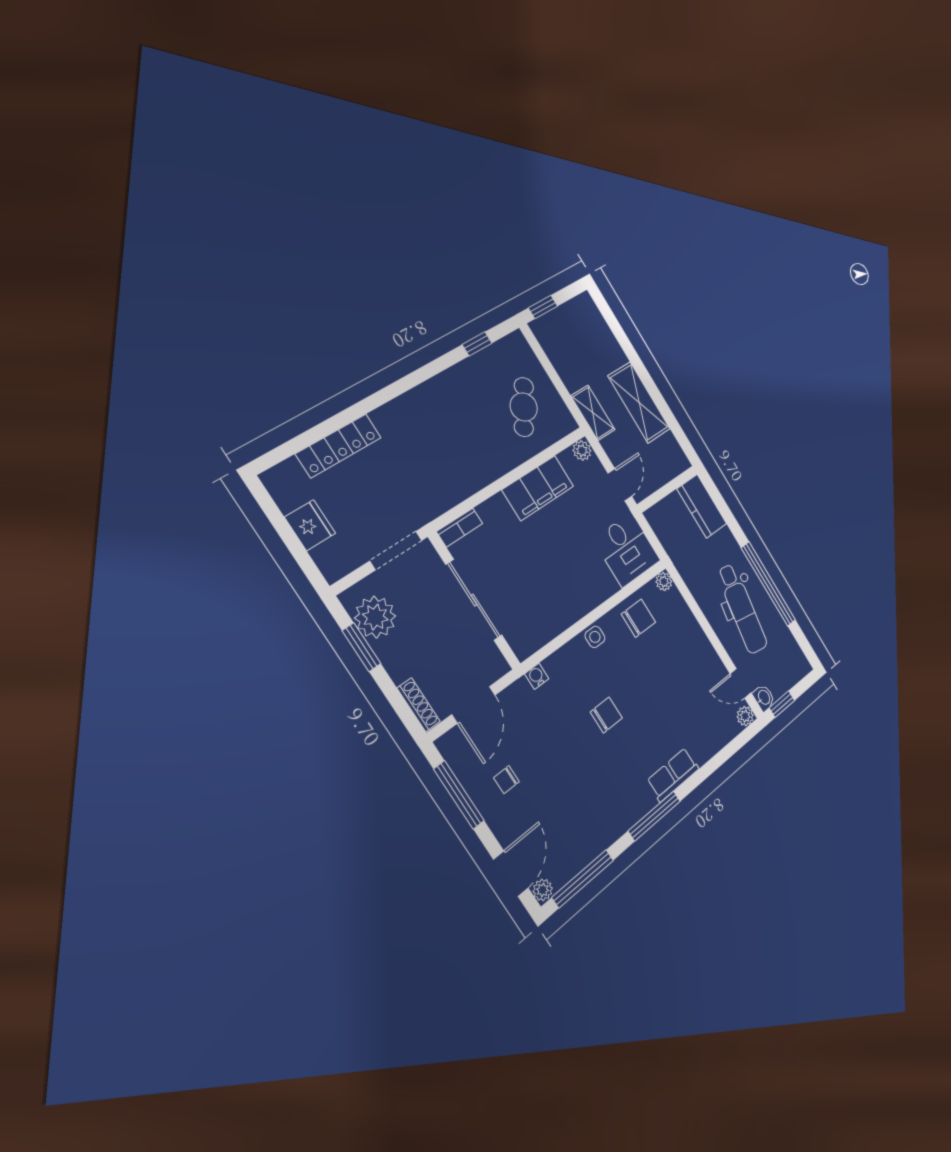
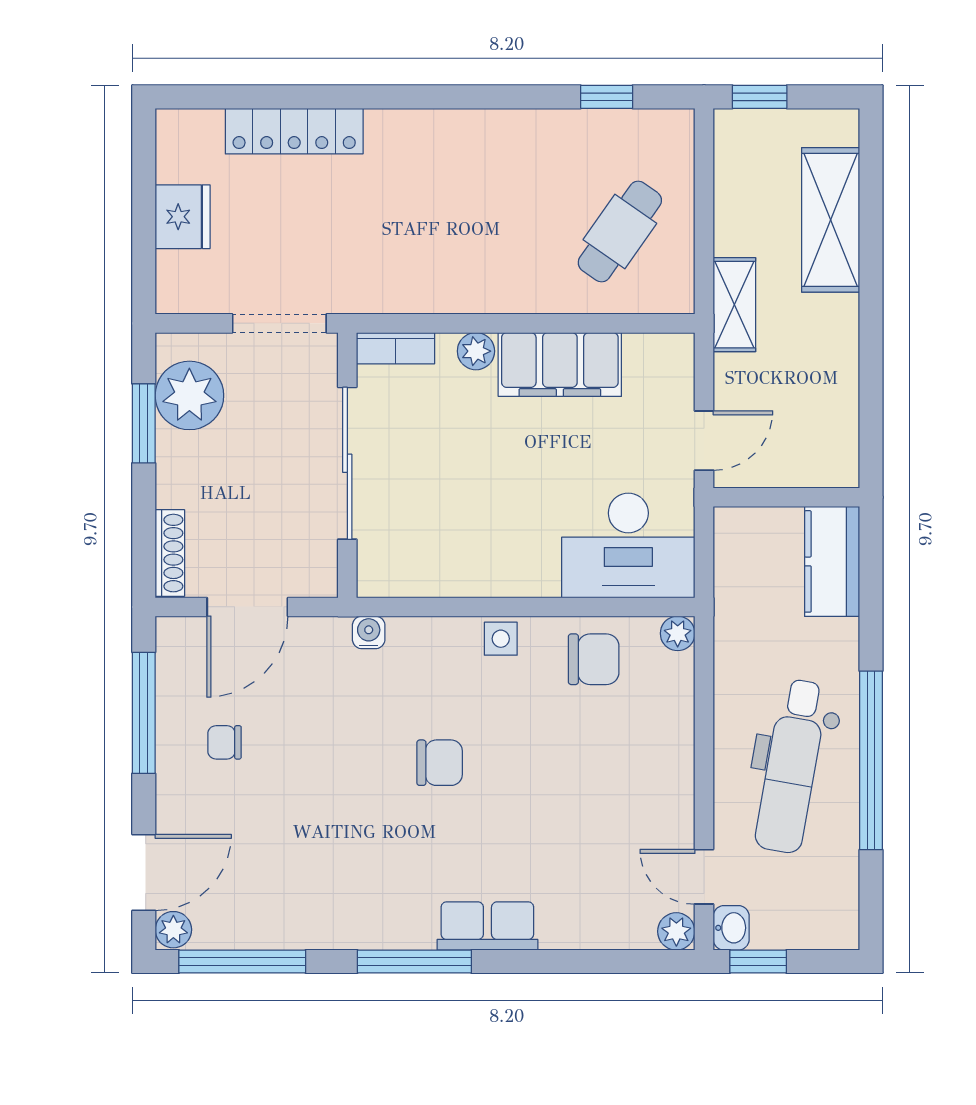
shelving: (639, 402) -> (831, 220), moved
plant: (582, 451) -> (476, 351), moved
desk: (627, 550) -> (628, 545), width x1.37

